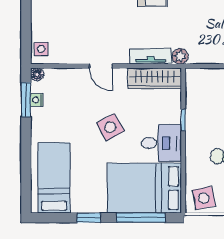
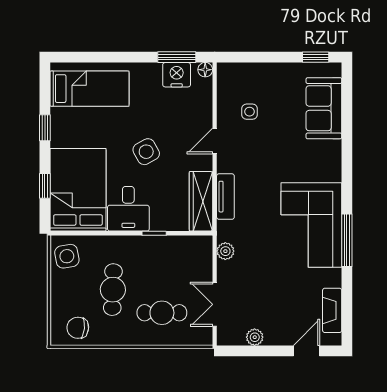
side table: (41, 49) -> (250, 112), moved
plant: (180, 56) -> (225, 251), moved
nightstand: (37, 100) -> (177, 75), width x1.89, depth x1.79
window: (141, 218) -> (45, 186), width x0.46

